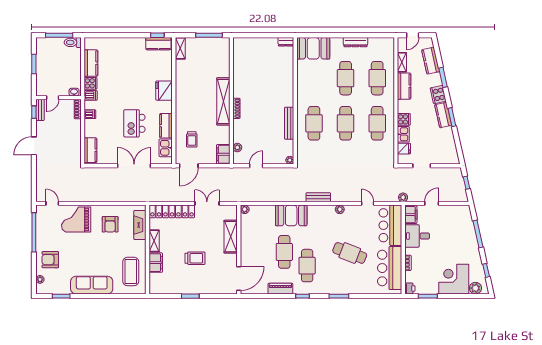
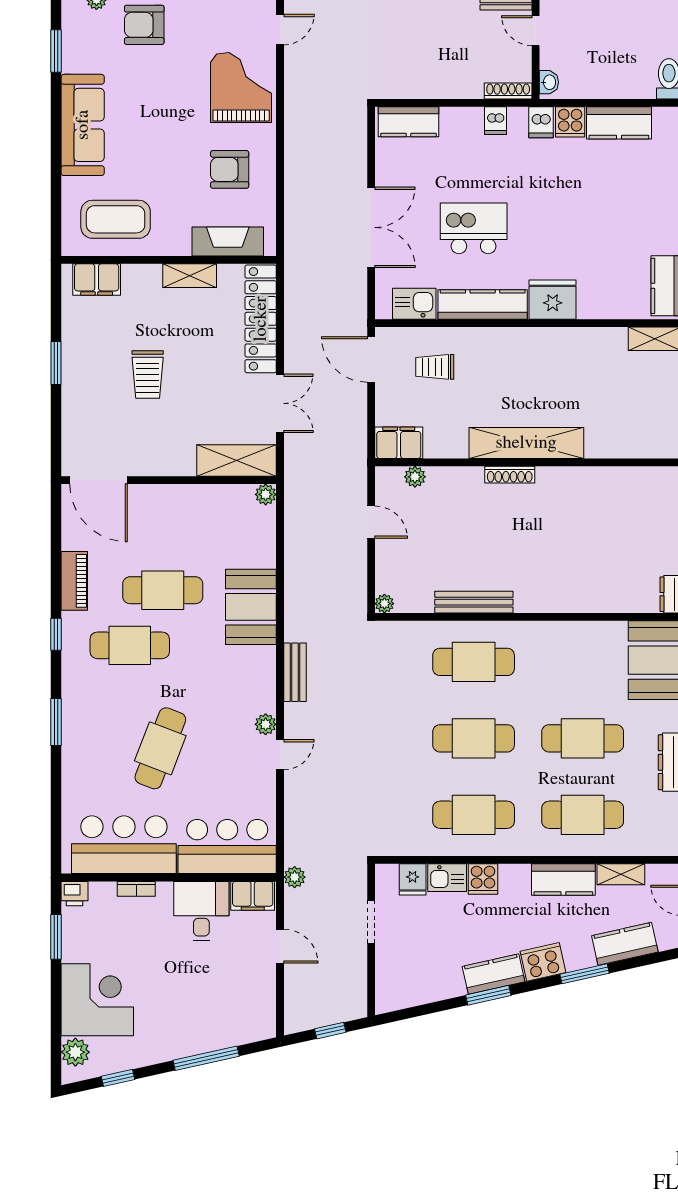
kitchen counter: (166, 126) -> (483, 305), width x1.50
door: (368, 203) -> (280, 755), moved
shelving: (231, 237) -> (237, 460), moved
armchair: (50, 260) -> (144, 25), turned -90
filing cabinet: (156, 263) -> (97, 280), moved

